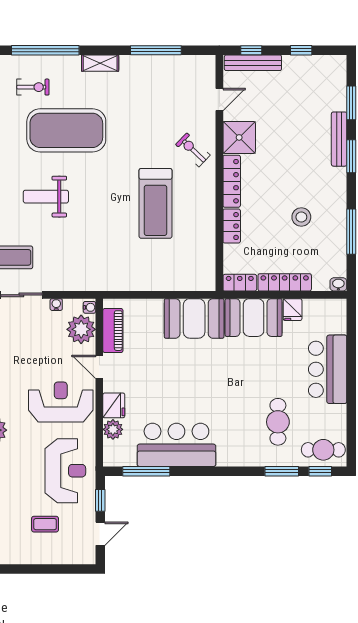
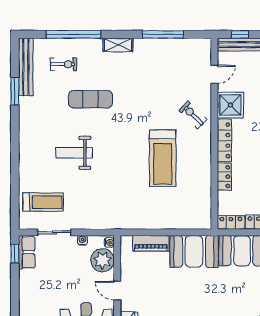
exercise mat: (66, 130) -> (91, 99), width x0.50, depth x0.69
piano: (113, 331) -> (151, 243), moved, turned 90

